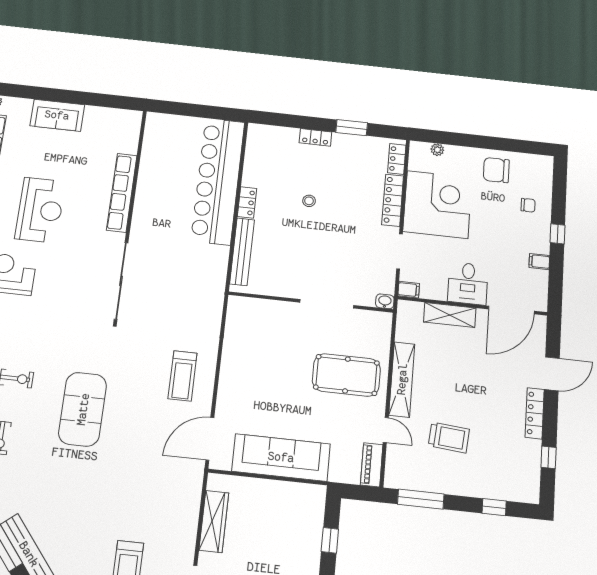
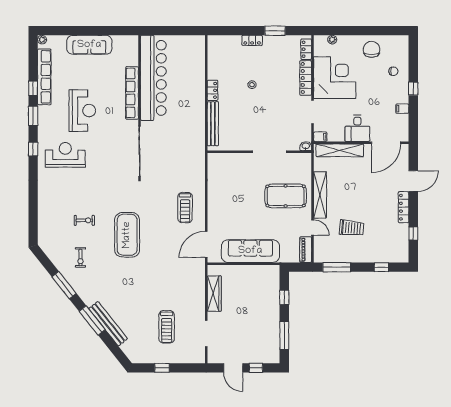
sofa: (57, 115) -> (89, 45), width x1.36
chair: (496, 170) -> (372, 49), turned 90
bar counter: (218, 181) -> (153, 78), moved, turned 180
shelving: (450, 315) -> (340, 150), width x1.47

